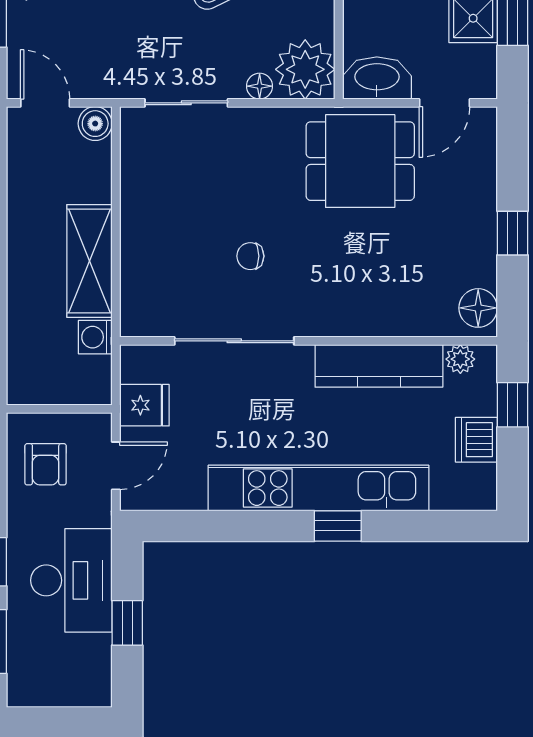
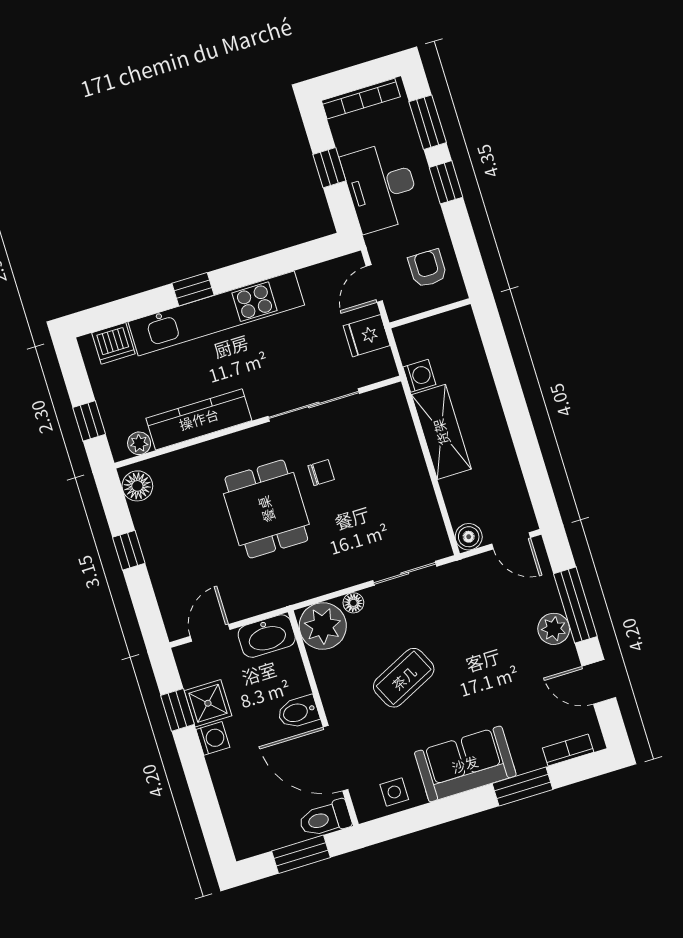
dining table: (360, 161) -> (266, 509), moved, turned 90
dishwasher: (476, 440) -> (113, 343), moved, turned 90
bookcase: (64, 695) -> (361, 99), added

